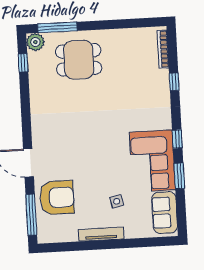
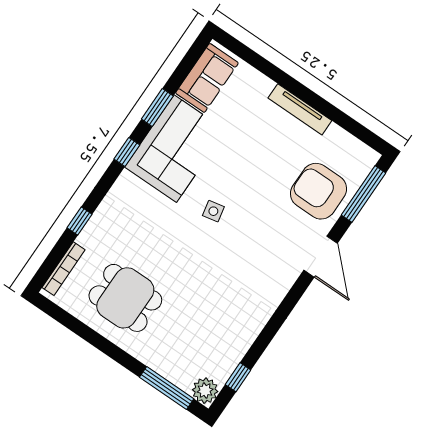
dining table: (79, 60) -> (125, 298), moved
side table: (117, 201) -> (213, 211), moved

